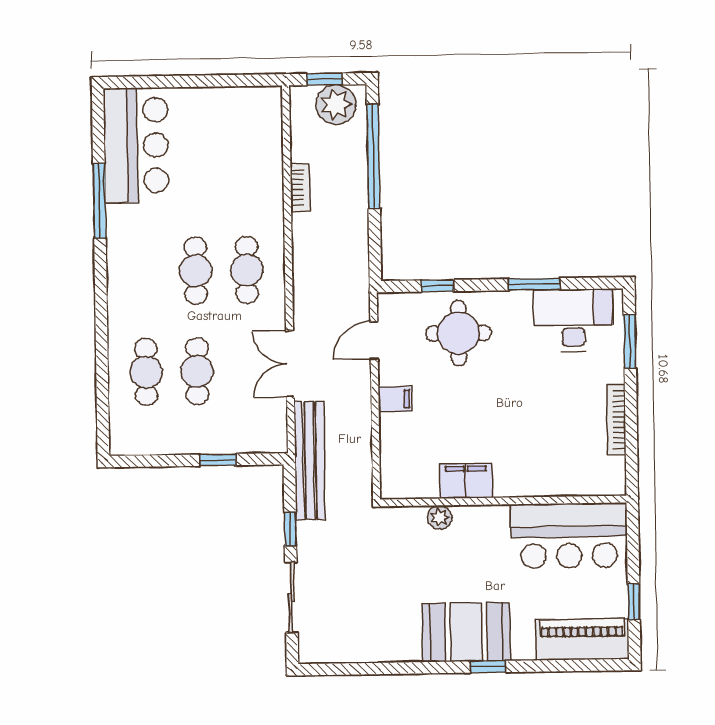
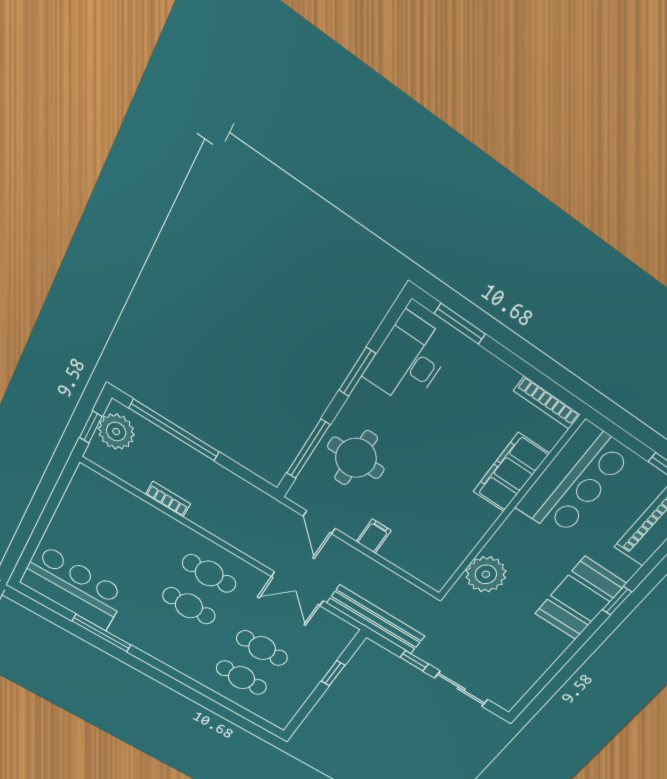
window: (438, 286) -> (308, 449), width x2.17
bookcase: (616, 420) -> (547, 403), moved
filing cabinet: (466, 481) -> (511, 473), moved, width x1.50, depth x1.17
plant: (440, 517) -> (486, 574), width x1.87, depth x1.87

